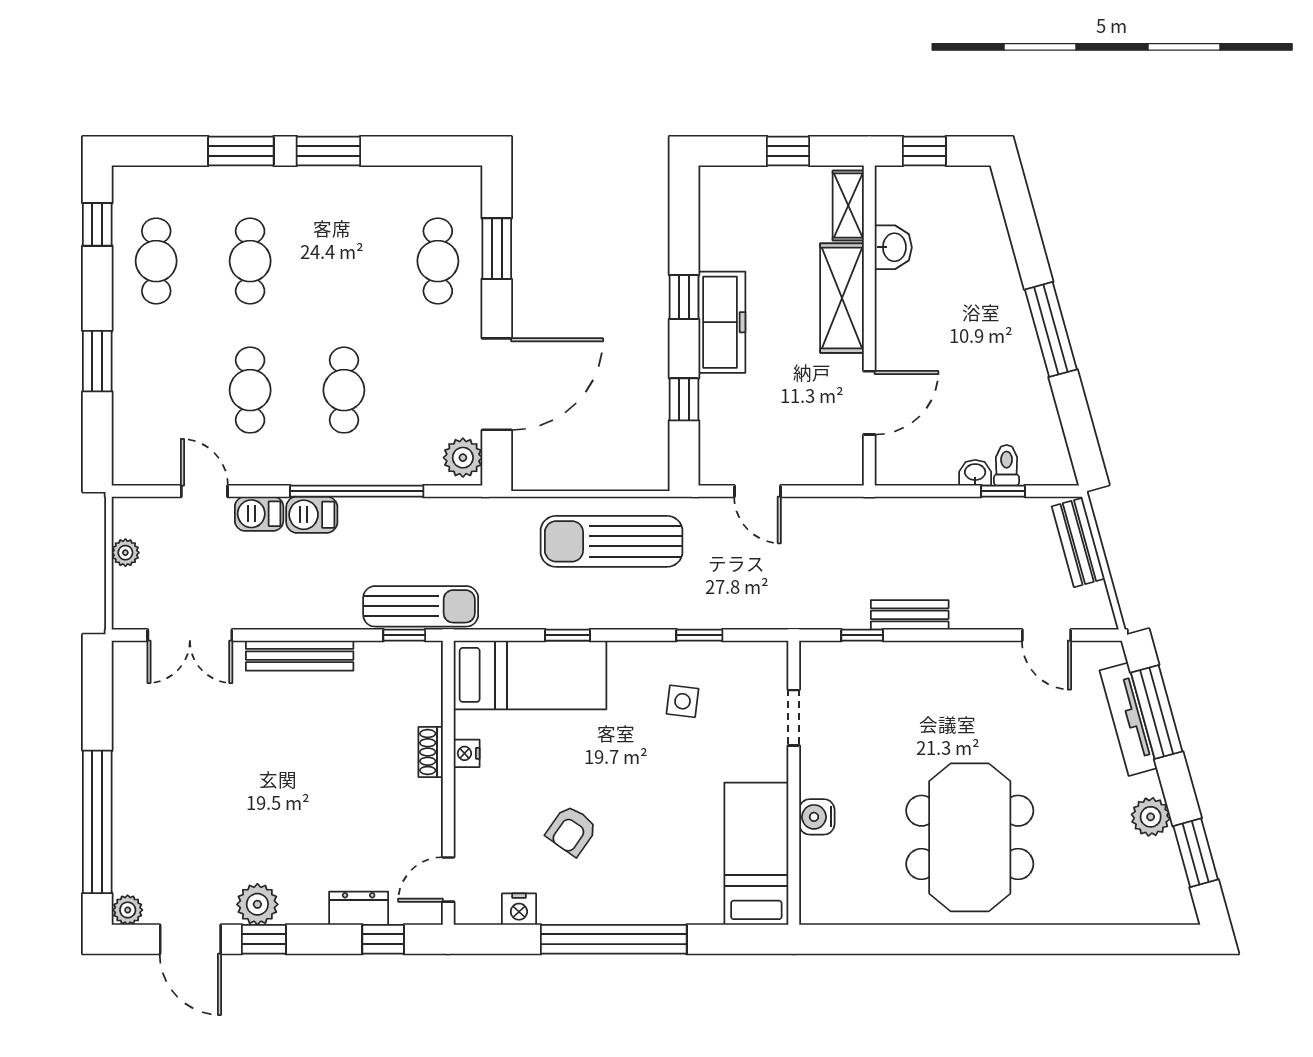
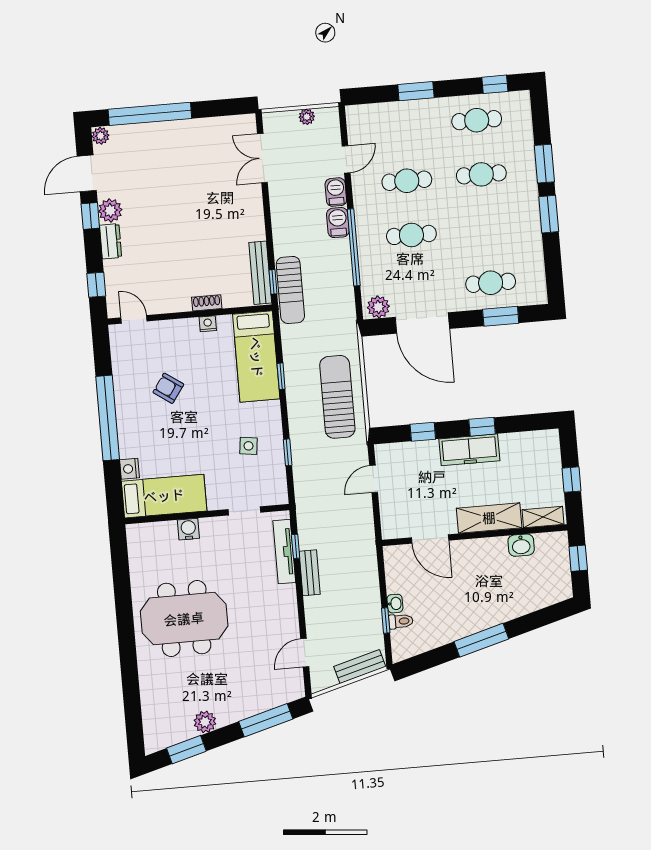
bench: (300, 656) -> (260, 273), moved
tv unit: (1128, 719) -> (284, 552), moved, turned -75
dresser: (359, 908) -> (111, 241), moved
nightstand: (519, 909) -> (130, 469), moved

